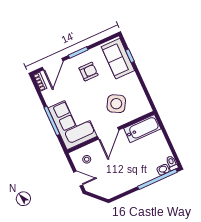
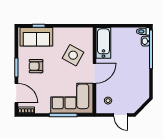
armchair: (88, 72) -> (36, 66), turned -90
door: (108, 133) -> (95, 73), hinge flipped
door: (78, 179) -> (121, 115), swing flipped

